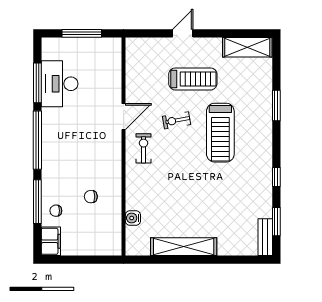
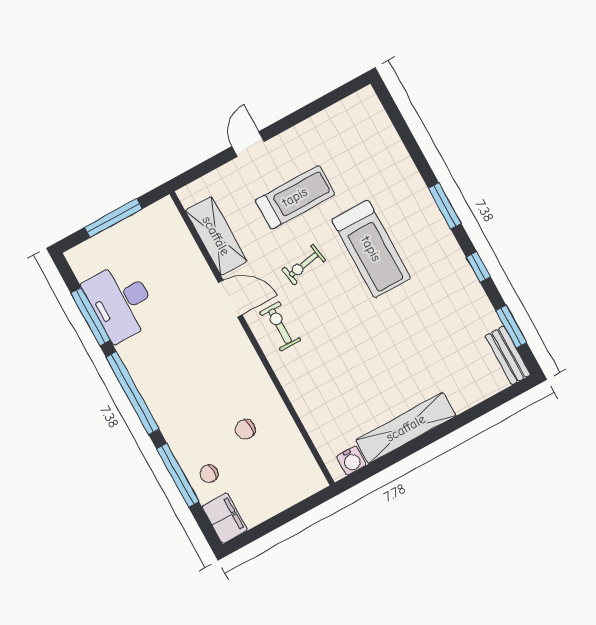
shelving: (247, 47) -> (216, 236), moved, turned 90
window: (276, 106) -> (445, 206), moved
door: (124, 117) -> (230, 299), hinge flipped
water cooler: (133, 218) -> (351, 461), moved, turned -90

